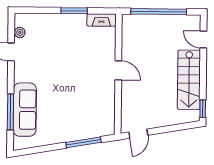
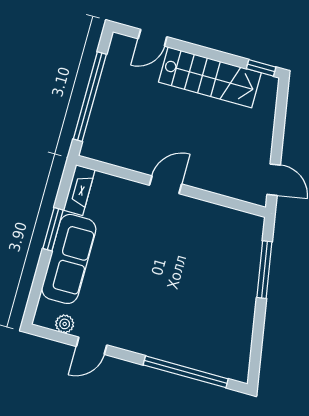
sofa: (25, 110) -> (69, 259), moved, turned 90
window: (10, 112) -> (186, 372), width x1.46

